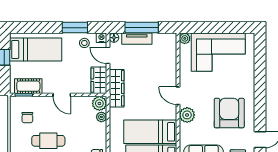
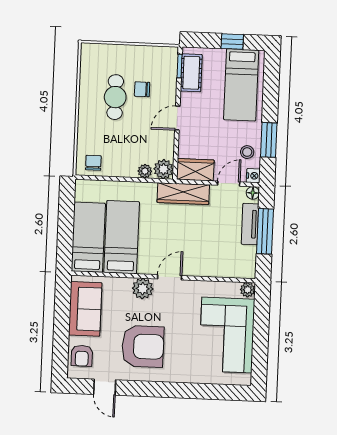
chair: (27, 118) -> (142, 89), moved

